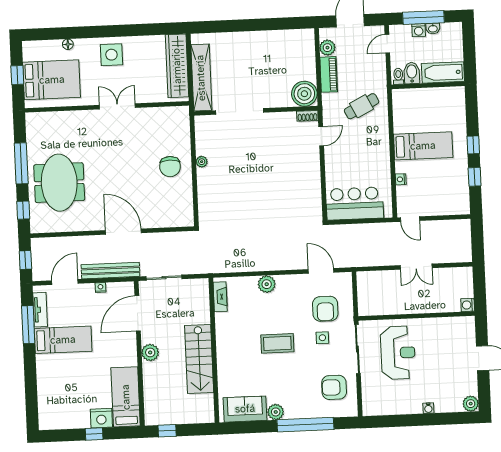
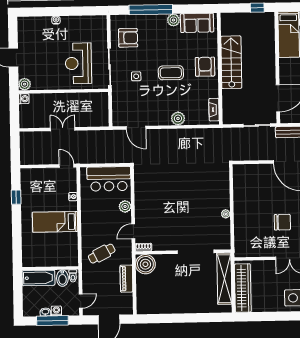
plant: (327, 48) -> (125, 206), moved
window: (473, 145) -> (17, 222), removed
chair: (170, 167) -> (282, 222), moved, turned 90
armchair: (325, 309) -> (205, 67), moved
plant: (150, 352) -> (269, 68), removed
plant: (471, 404) -> (25, 84), moved

